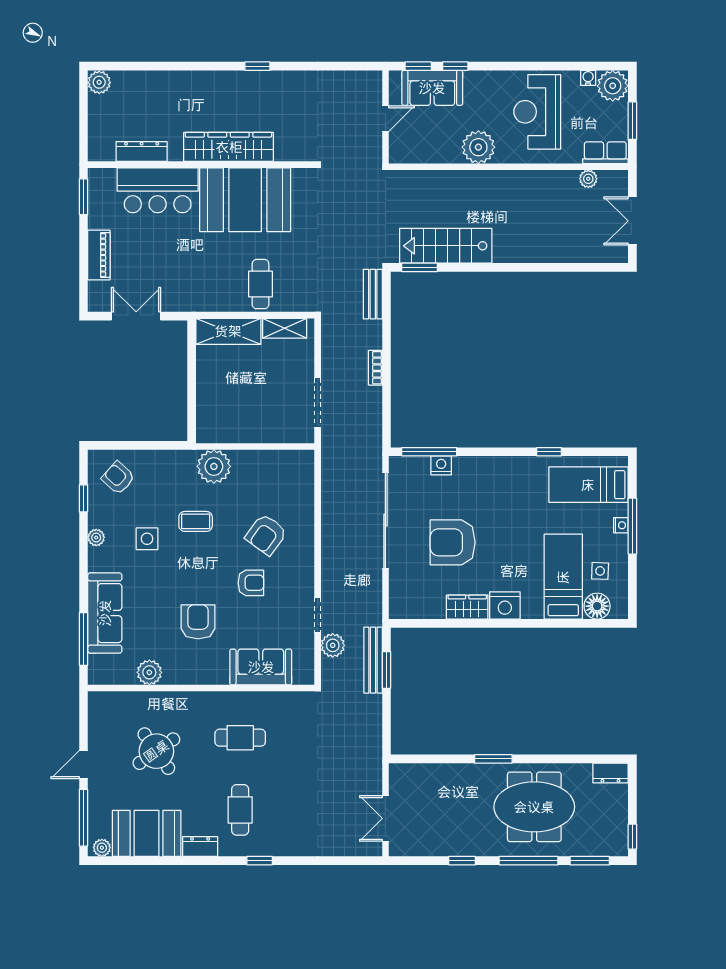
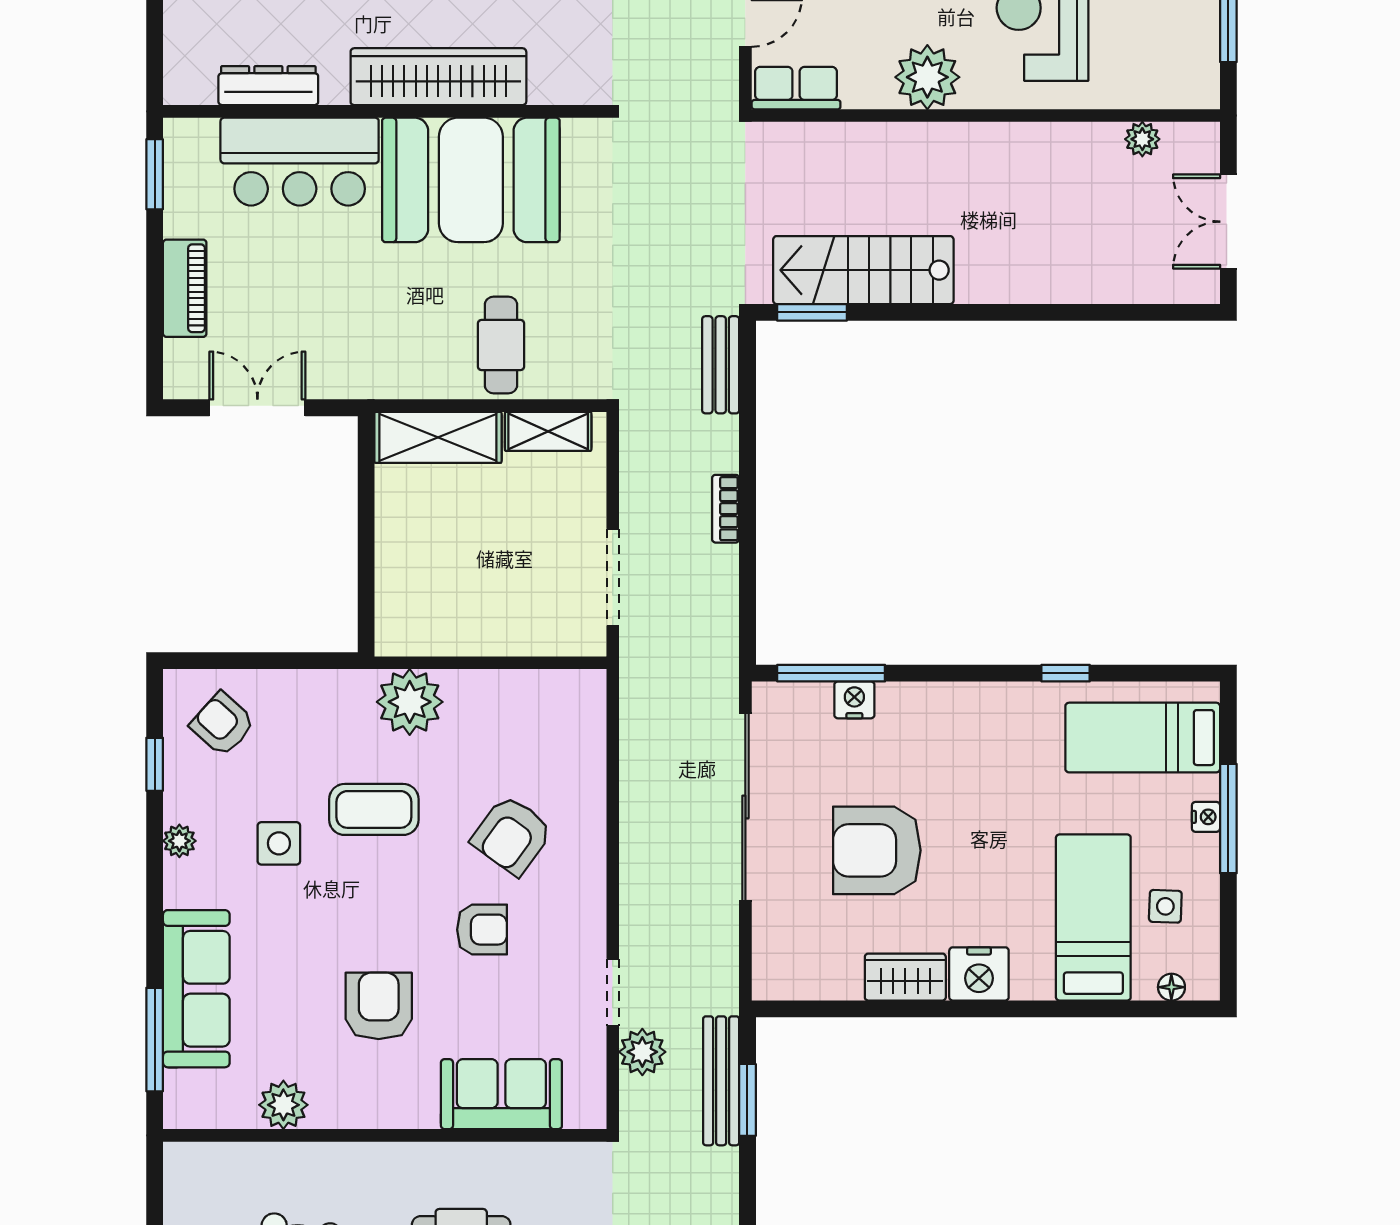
row of seats: (605, 153) -> (796, 88), moved
coffee table: (196, 521) -> (374, 809), width x1.36, depth x1.30
floor lamp: (597, 606) -> (1171, 987), width x0.53, depth x0.53

